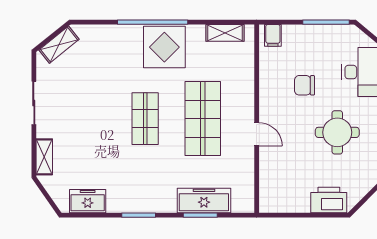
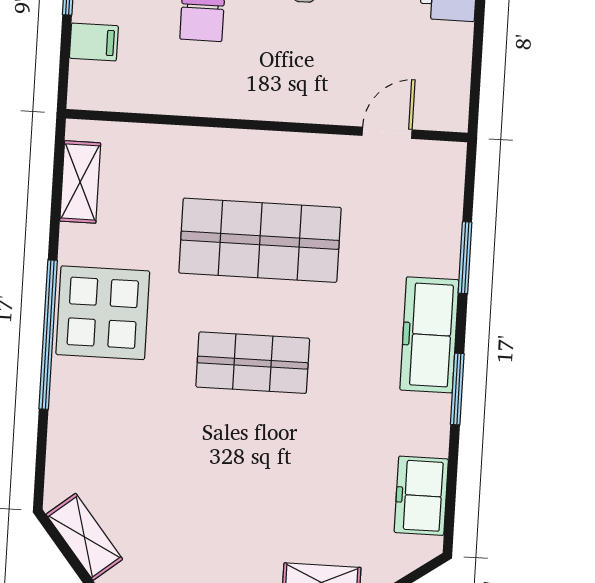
filing cabinet: (273, 35) -> (94, 42), moved
door: (257, 134) -> (387, 133), moved
freezer: (204, 200) -> (429, 335), moved

